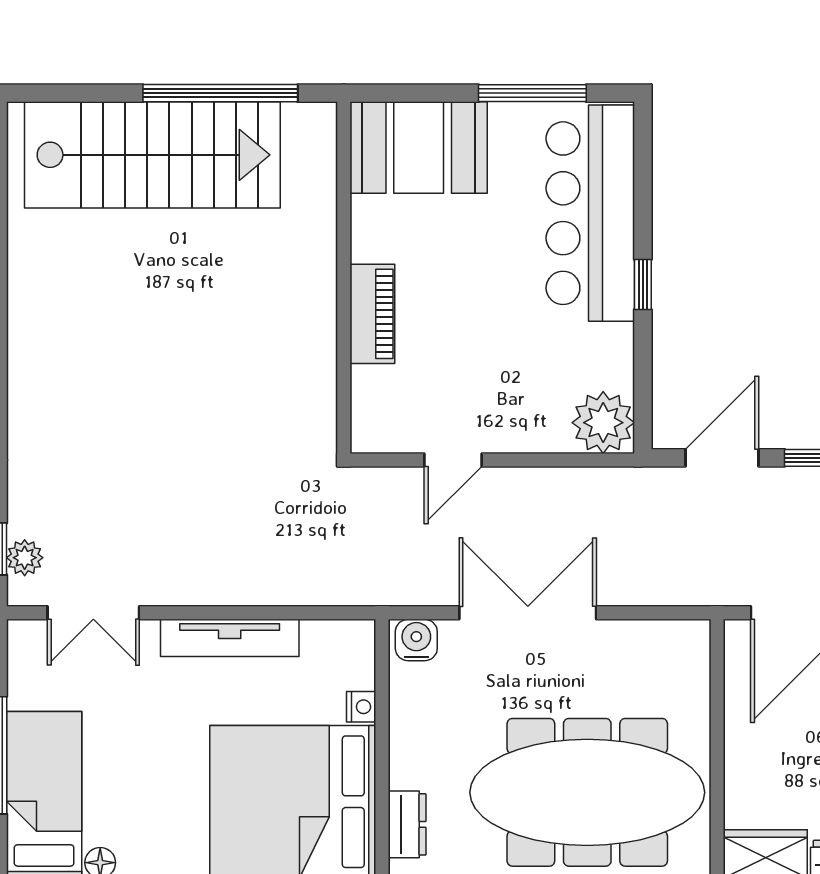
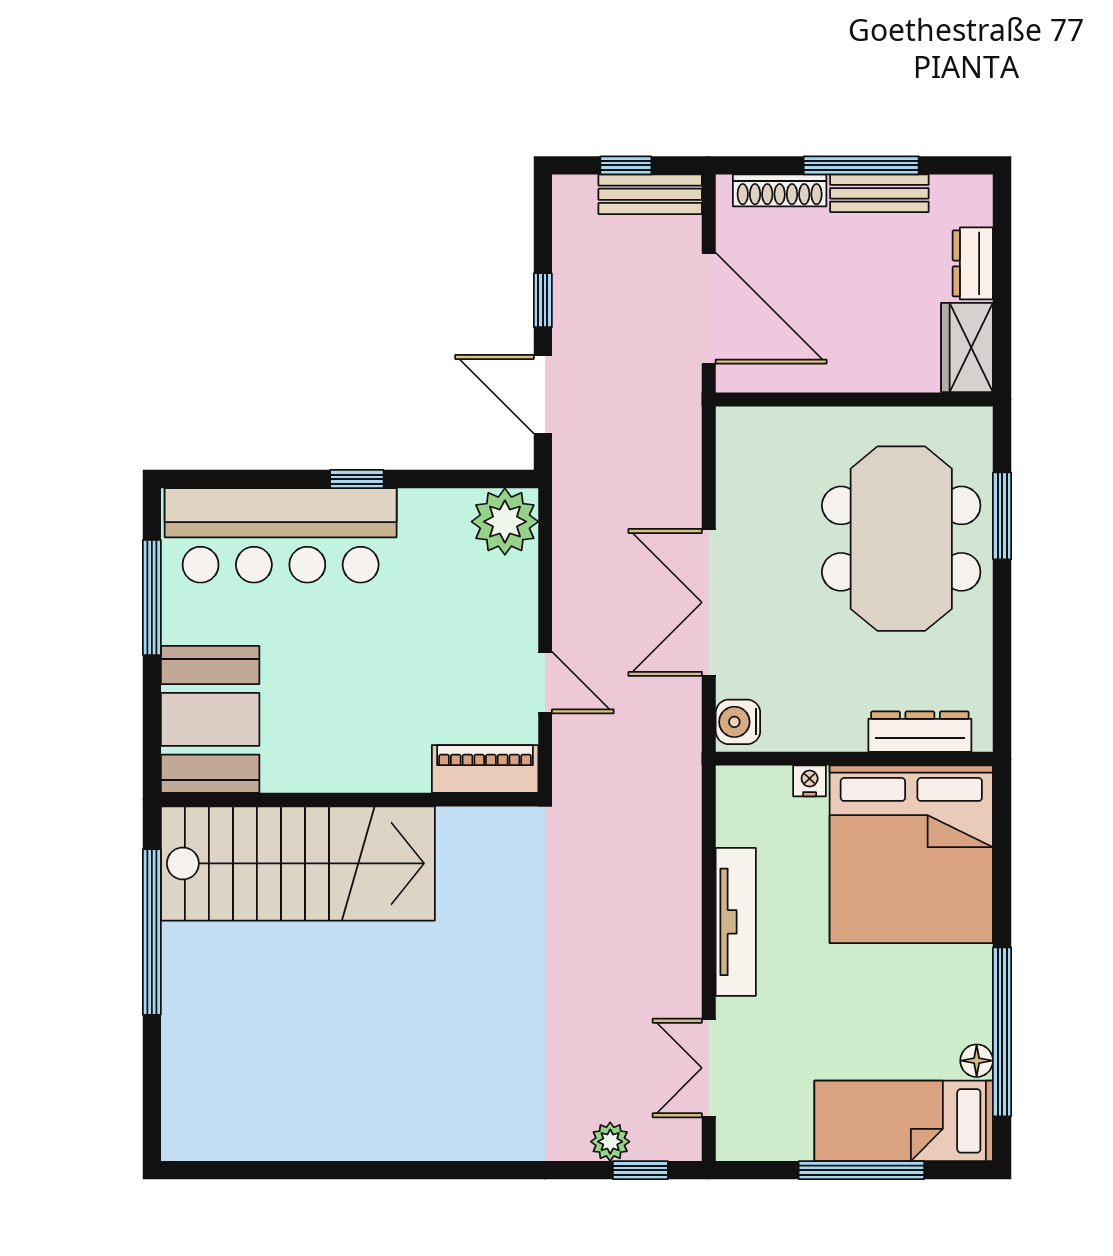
stairs: (152, 155) -> (298, 863), moved, turned 90
piano: (372, 314) -> (485, 769), moved
plant: (25, 558) -> (610, 1142), moved
double door: (93, 613) -> (709, 1068), swing flipped
meeting table: (587, 792) -> (901, 539), width x0.73
dresser: (407, 824) -> (920, 732), width x1.44

